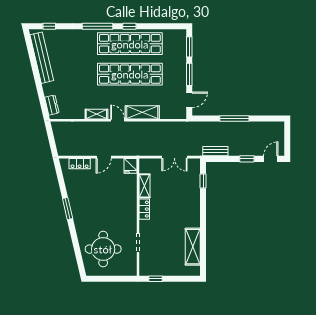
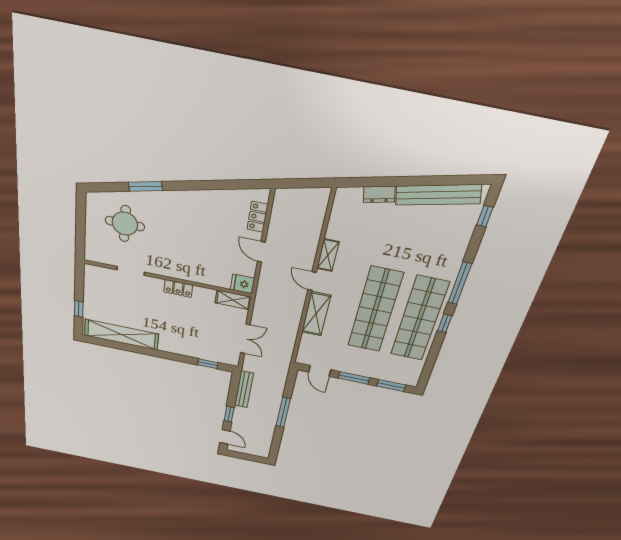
dresser: (52, 105) -> (379, 194), moved
door: (118, 120) -> (312, 281), swing flipped
bench: (215, 151) -> (244, 389), width x1.36
double door: (174, 157) -> (245, 339), swing flipped
shelving: (144, 186) -> (233, 300), moved
window: (68, 209) -> (145, 186), moved
shelving: (193, 247) -> (121, 335), width x1.47
round table: (103, 249) -> (125, 224), width x0.73, depth x0.73
window: (156, 279) -> (79, 309), moved

